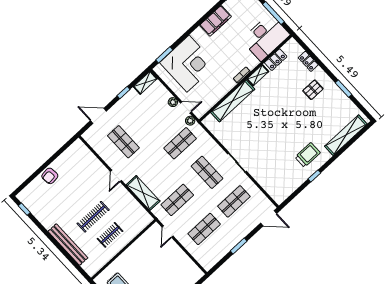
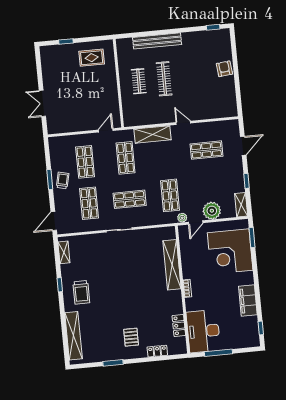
shelving: (258, 75) -> (64, 252), moved
plant: (173, 102) -> (212, 211), width x1.87, depth x1.87
door: (168, 232) -> (106, 130), hinge flipped
trolley: (232, 235) -> (63, 180), added

